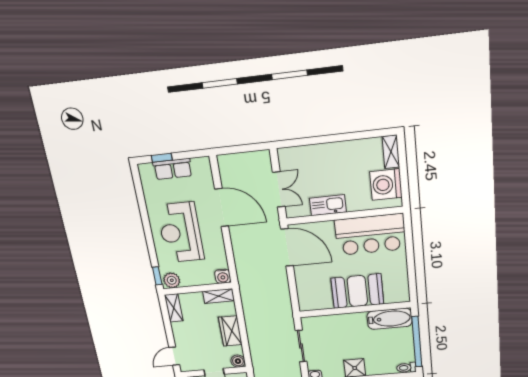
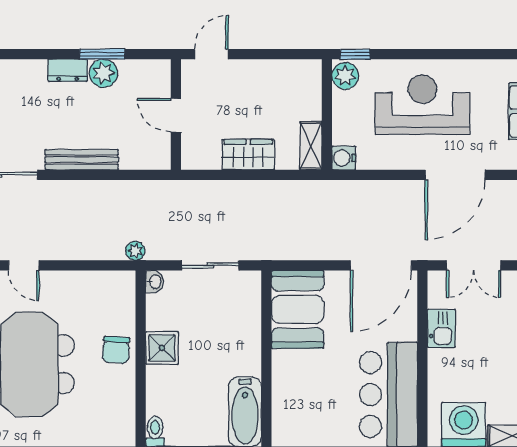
kitchen sink: (328, 205) -> (441, 328), width x0.73
booth: (357, 291) -> (298, 309), moved
shelving: (174, 308) -> (298, 70), removed
door: (174, 356) -> (211, 54), hinge flipped
boiler: (238, 361) -> (192, 158), removed

